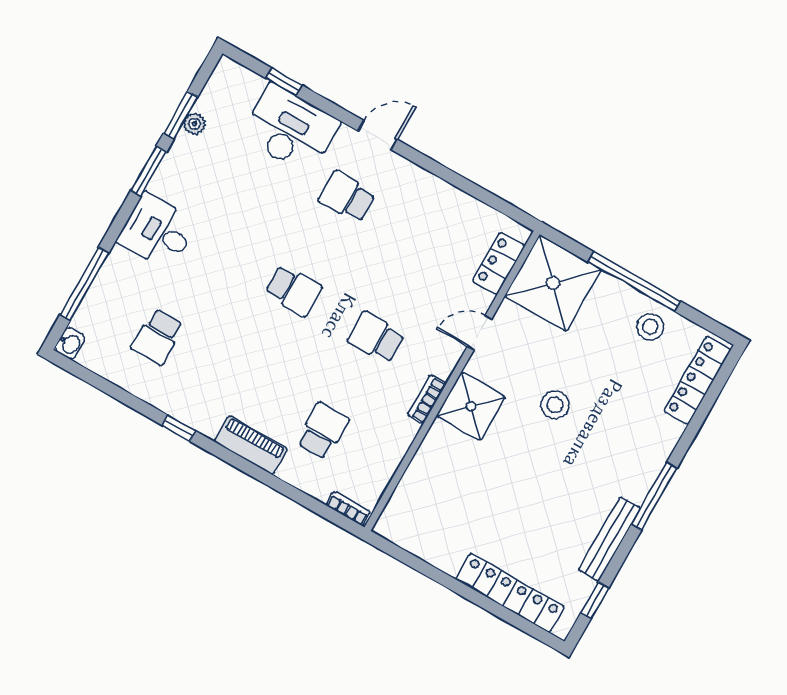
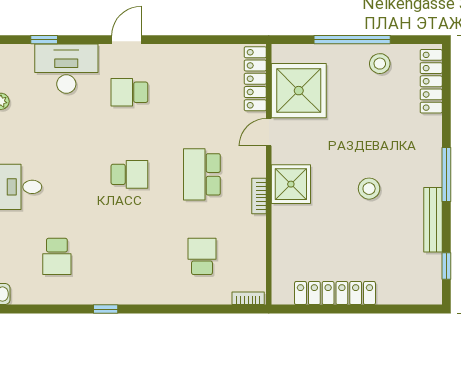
locker: (499, 263) -> (255, 79), width x1.53
shower: (553, 283) -> (299, 91), moved
school desk: (376, 337) -> (202, 174), width x1.85
stool: (555, 405) -> (369, 189), moved
piano: (251, 445) -> (160, 293), removed
locker: (510, 593) -> (335, 293), moved

